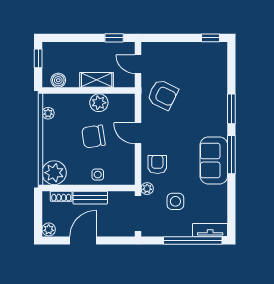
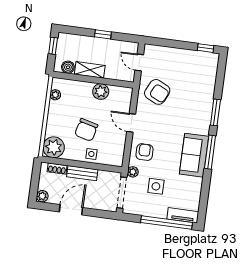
window: (114, 38) -> (103, 34), moved
shelving: (97, 80) -> (90, 70), moved
chair: (93, 137) -> (86, 130), moved, turned -67

